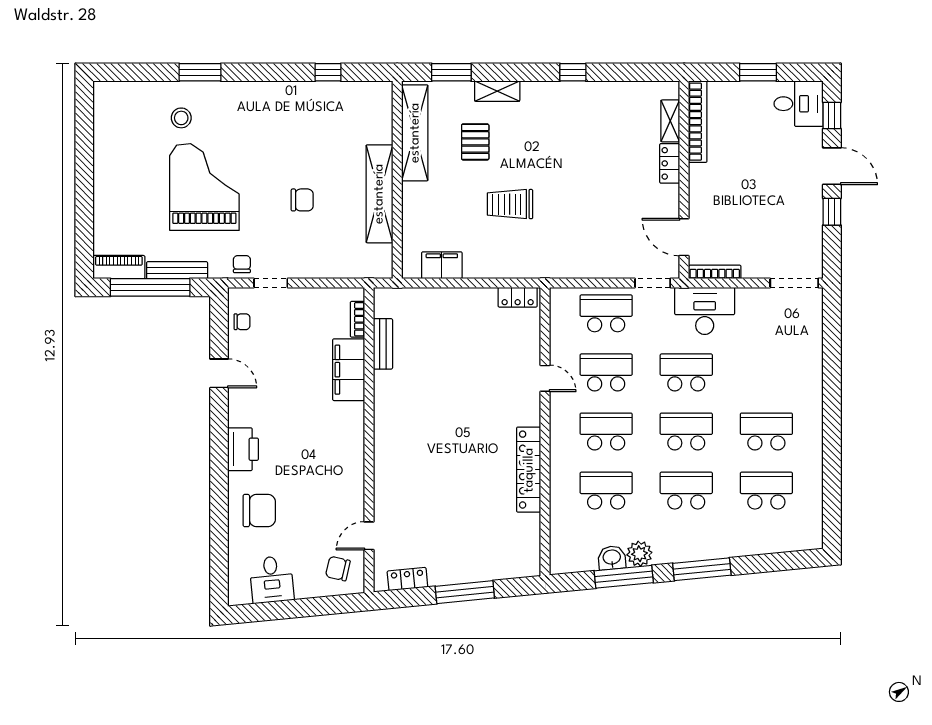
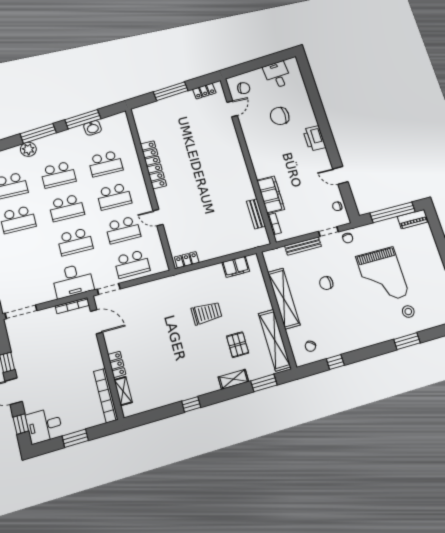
chair: (360, 108) -> (310, 346), added
bench: (177, 270) -> (303, 246), moved
chair: (259, 511) -> (280, 116), moved
plant: (639, 554) -> (28, 149), moved

